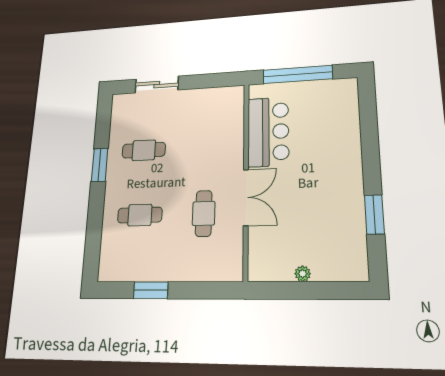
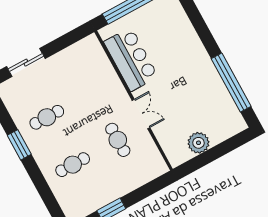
double door: (246, 197) -> (141, 114), width x0.73
window: (374, 214) -> (231, 82), width x2.11
plant: (303, 274) -> (198, 143), width x1.88, depth x1.88

